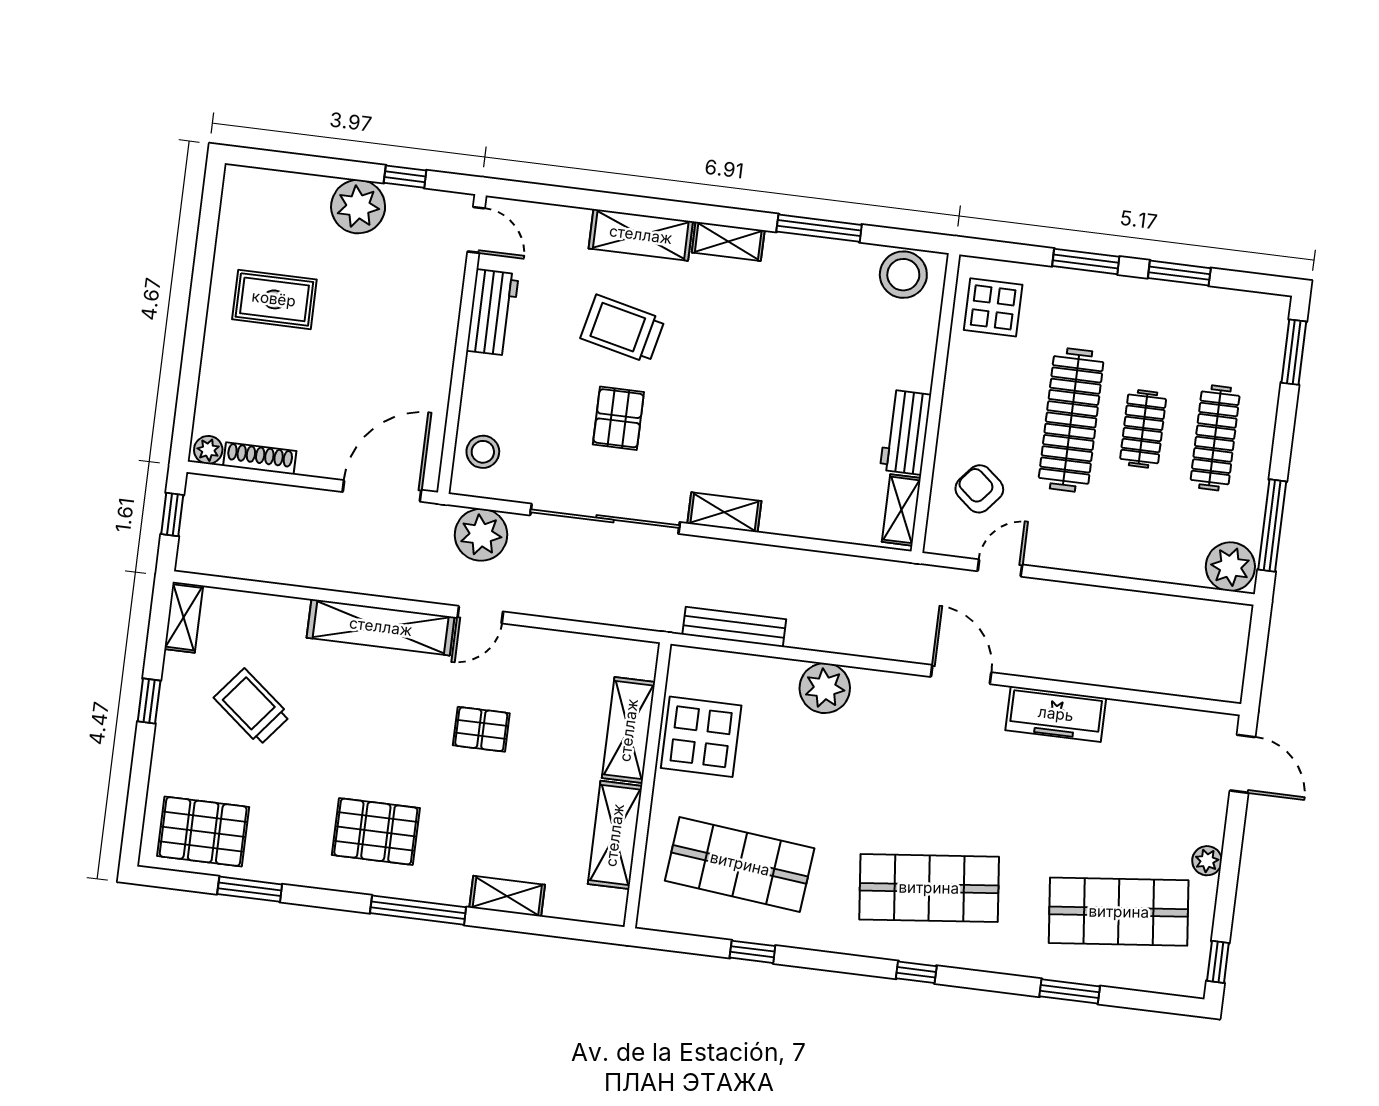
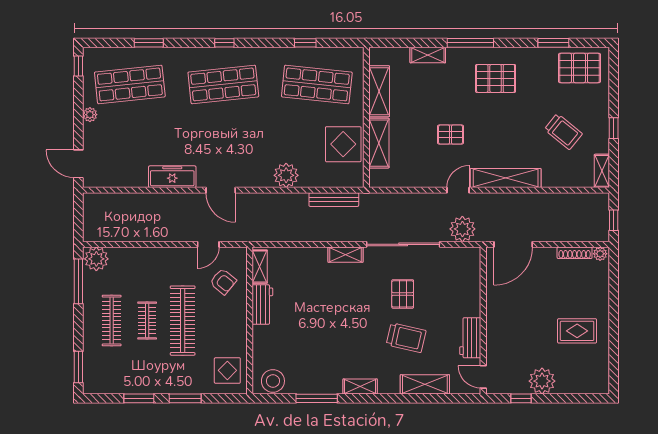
shelving: (641, 235) -> (425, 384), moved
stool: (483, 452) -> (467, 269), removed

